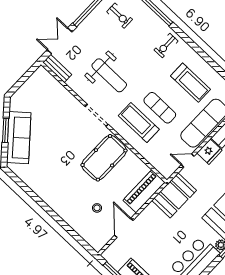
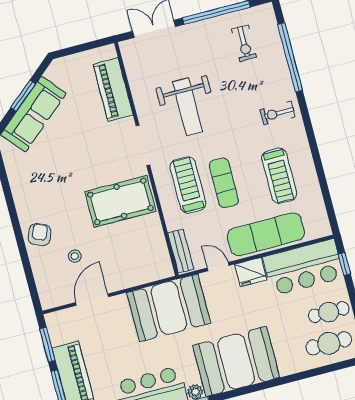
bench: (57, 68) -> (181, 251), moved
piano: (144, 191) -> (113, 90), moved, turned -90
booth: (174, 195) -> (169, 308), width x1.36, depth x1.42
armchair: (68, 208) -> (40, 235), added

